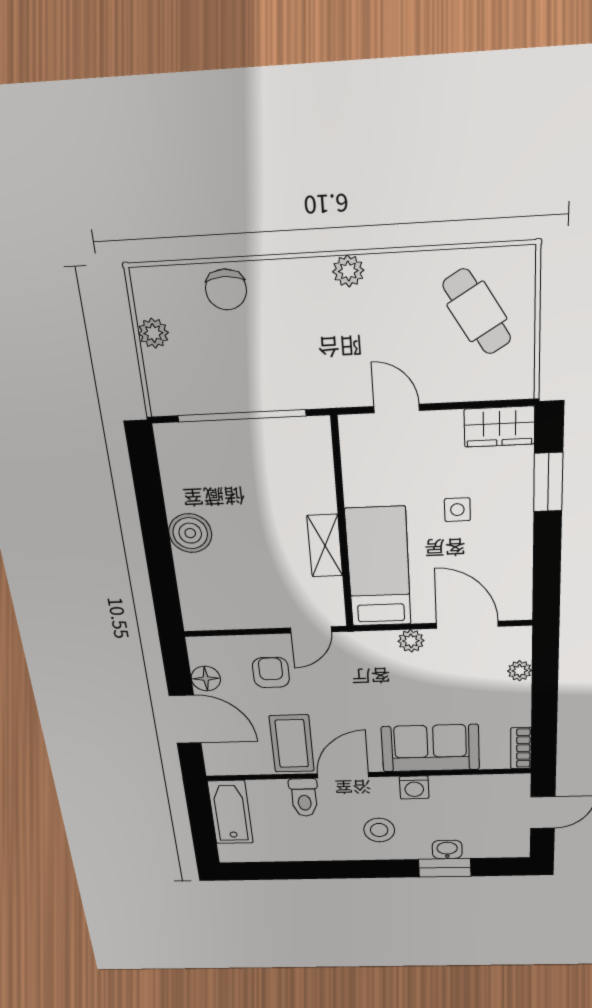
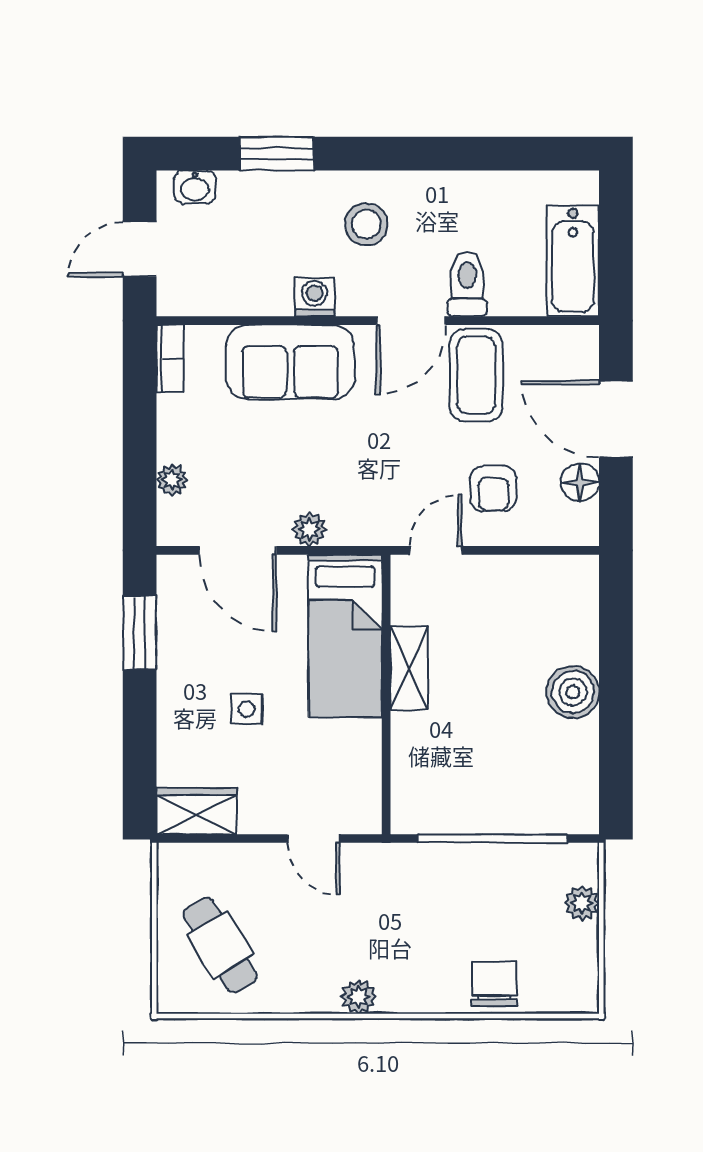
plant: (153, 333) -> (582, 903), moved
window: (548, 482) -> (140, 633), moved
washbasin: (447, 849) -> (195, 187), moved

